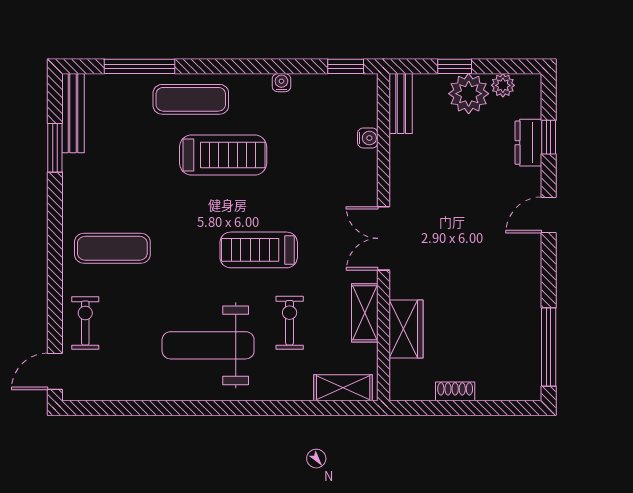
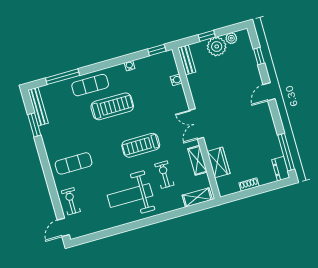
dresser: (528, 143) -> (281, 169), moved

